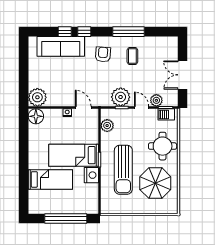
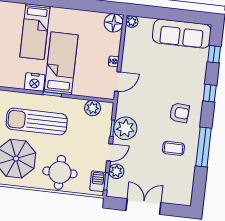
window: (65, 32) -> (214, 54), moved
sofa: (61, 46) -> (182, 34), moved, turned -90
plant: (37, 97) -> (132, 22), width x0.53, depth x0.53

